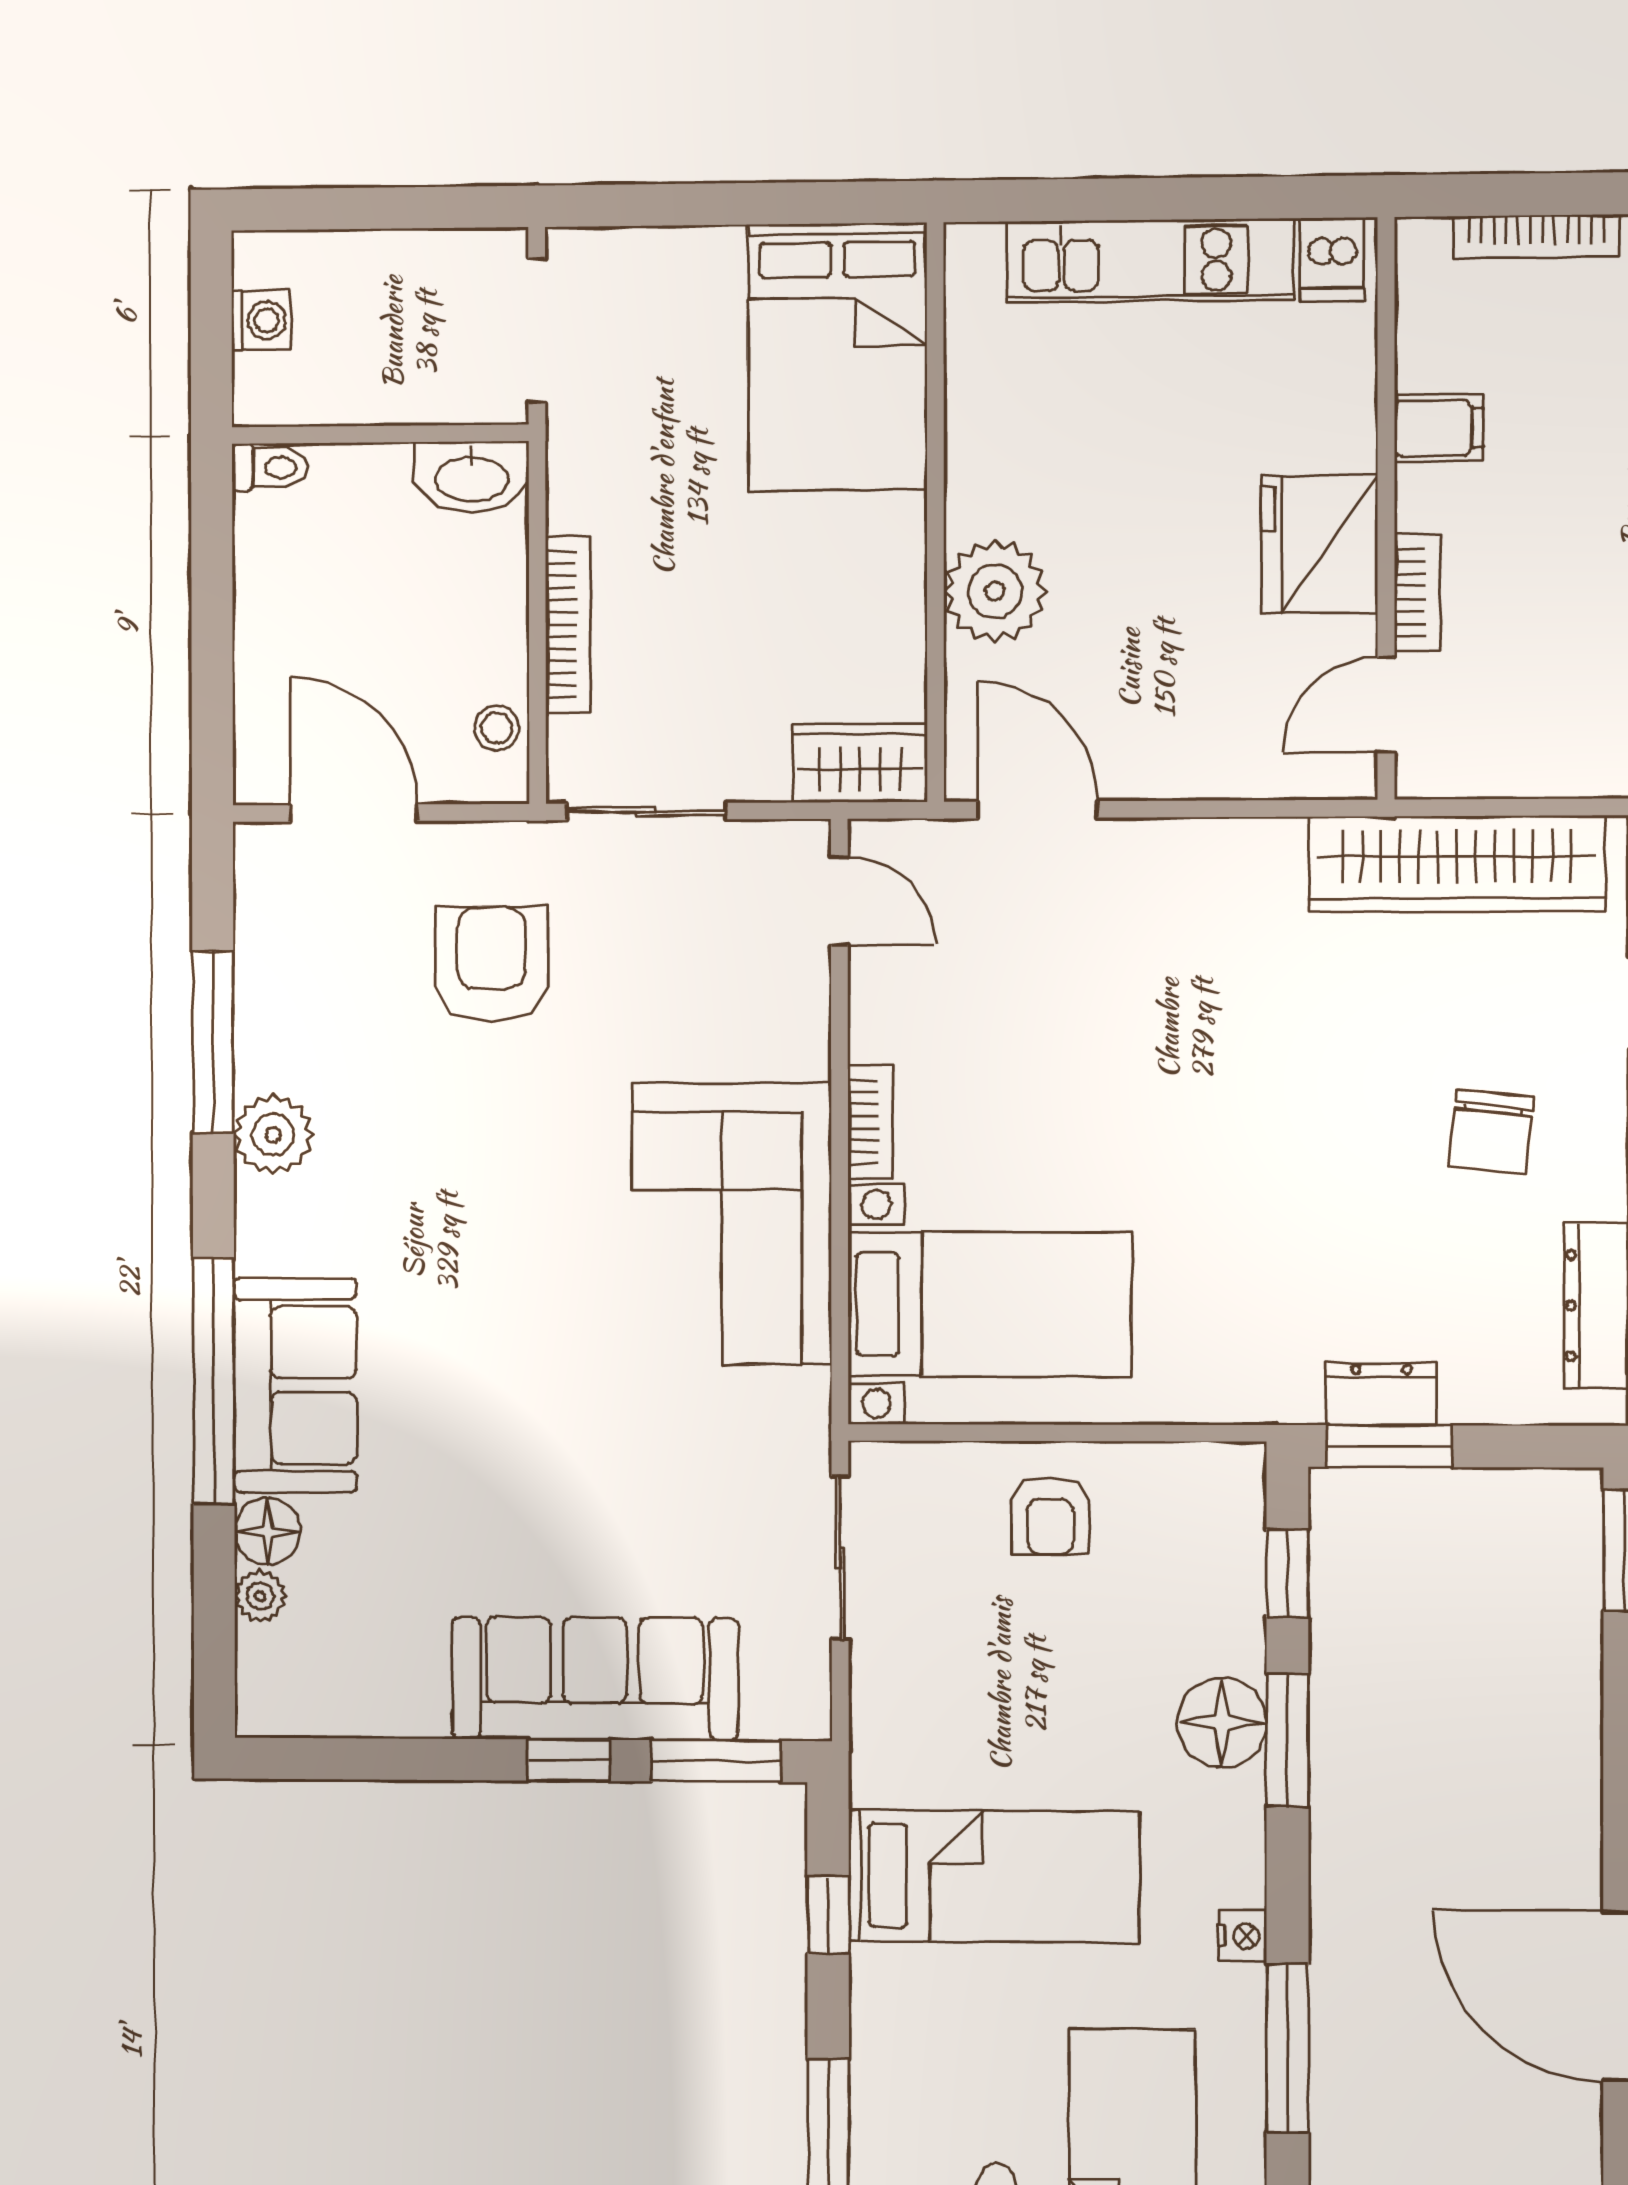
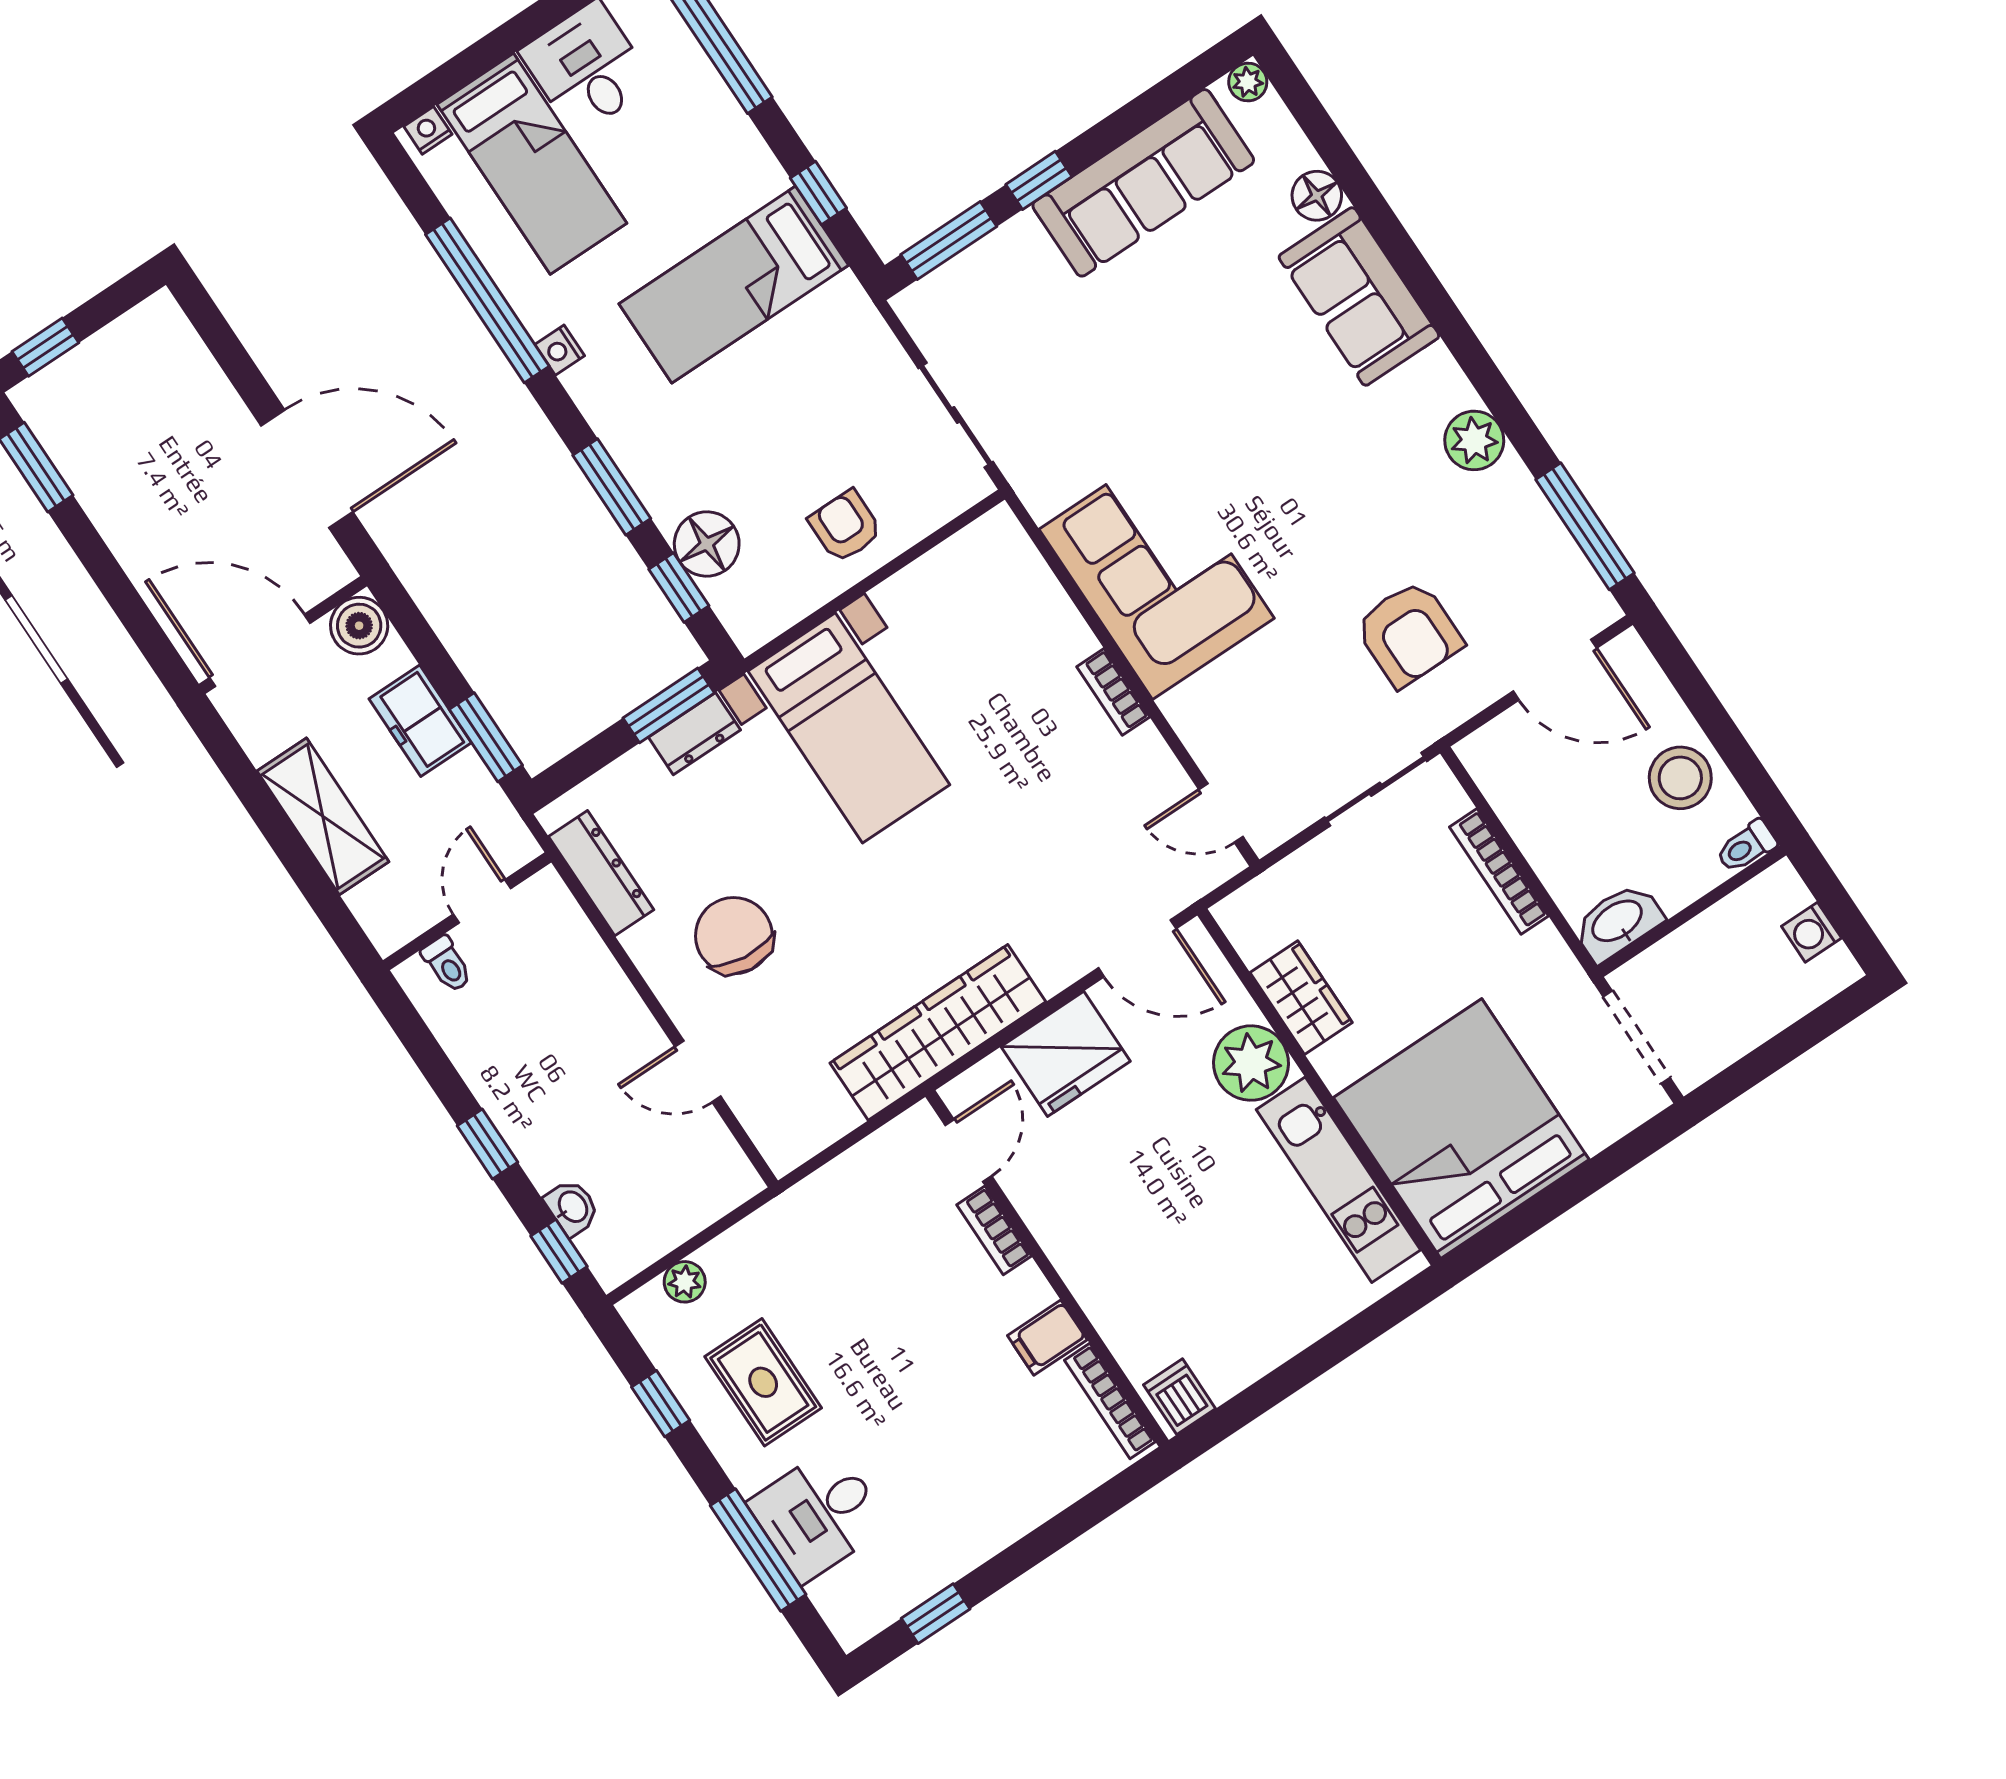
bookcase: (1536, 236) -> (1110, 1401), moved, turned -90
kitchen unit: (1150, 260) -> (1338, 1180), moved, turned -90
bed: (837, 357) -> (1461, 1129), width x1.36
fridge: (1319, 544) -> (1066, 1054), moved, turned 90
stool: (497, 728) -> (1680, 778), moved, width x1.89, depth x1.89
wardrobe: (860, 763) -> (1301, 998), moved, turned -90
wardrobe: (1457, 864) -> (938, 1032), moved
window: (213, 1042) -> (1585, 526), moved
chair: (1491, 1132) -> (734, 936), width x1.37, depth x1.37
bed with nightstands: (990, 1304) -> (849, 728), moved, turned -90
window: (214, 1381) -> (1411, 265), removed
plant: (260, 1596) -> (1248, 82), moved
sofa: (595, 1679) -> (1143, 183), moved
floor lamp: (1222, 1723) -> (707, 544), moved
window: (1288, 2048) -> (487, 300), width x1.46

